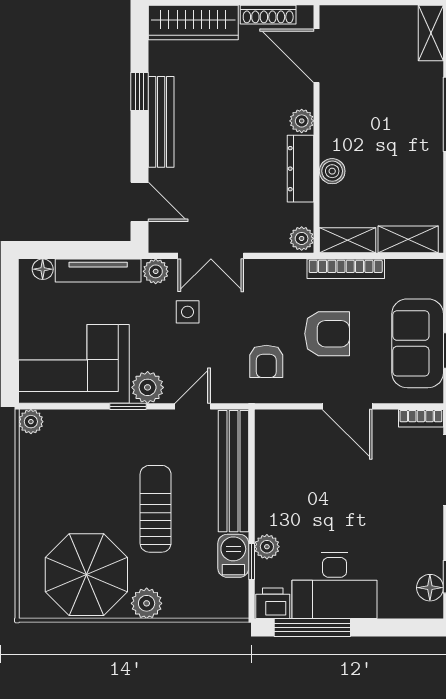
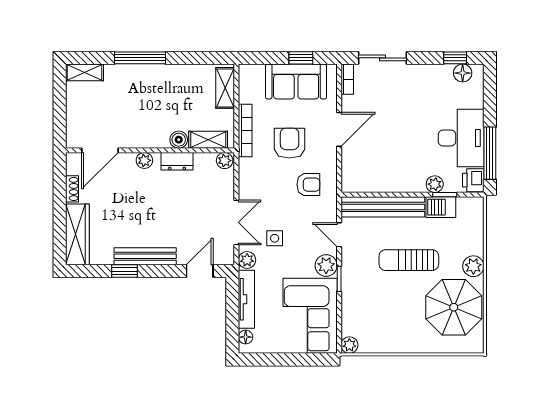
shoe rack: (268, 15) -> (72, 189), width x0.70
dresser: (300, 169) -> (177, 161), width x0.70
shelving: (348, 240) -> (208, 140), moved, turned 90

